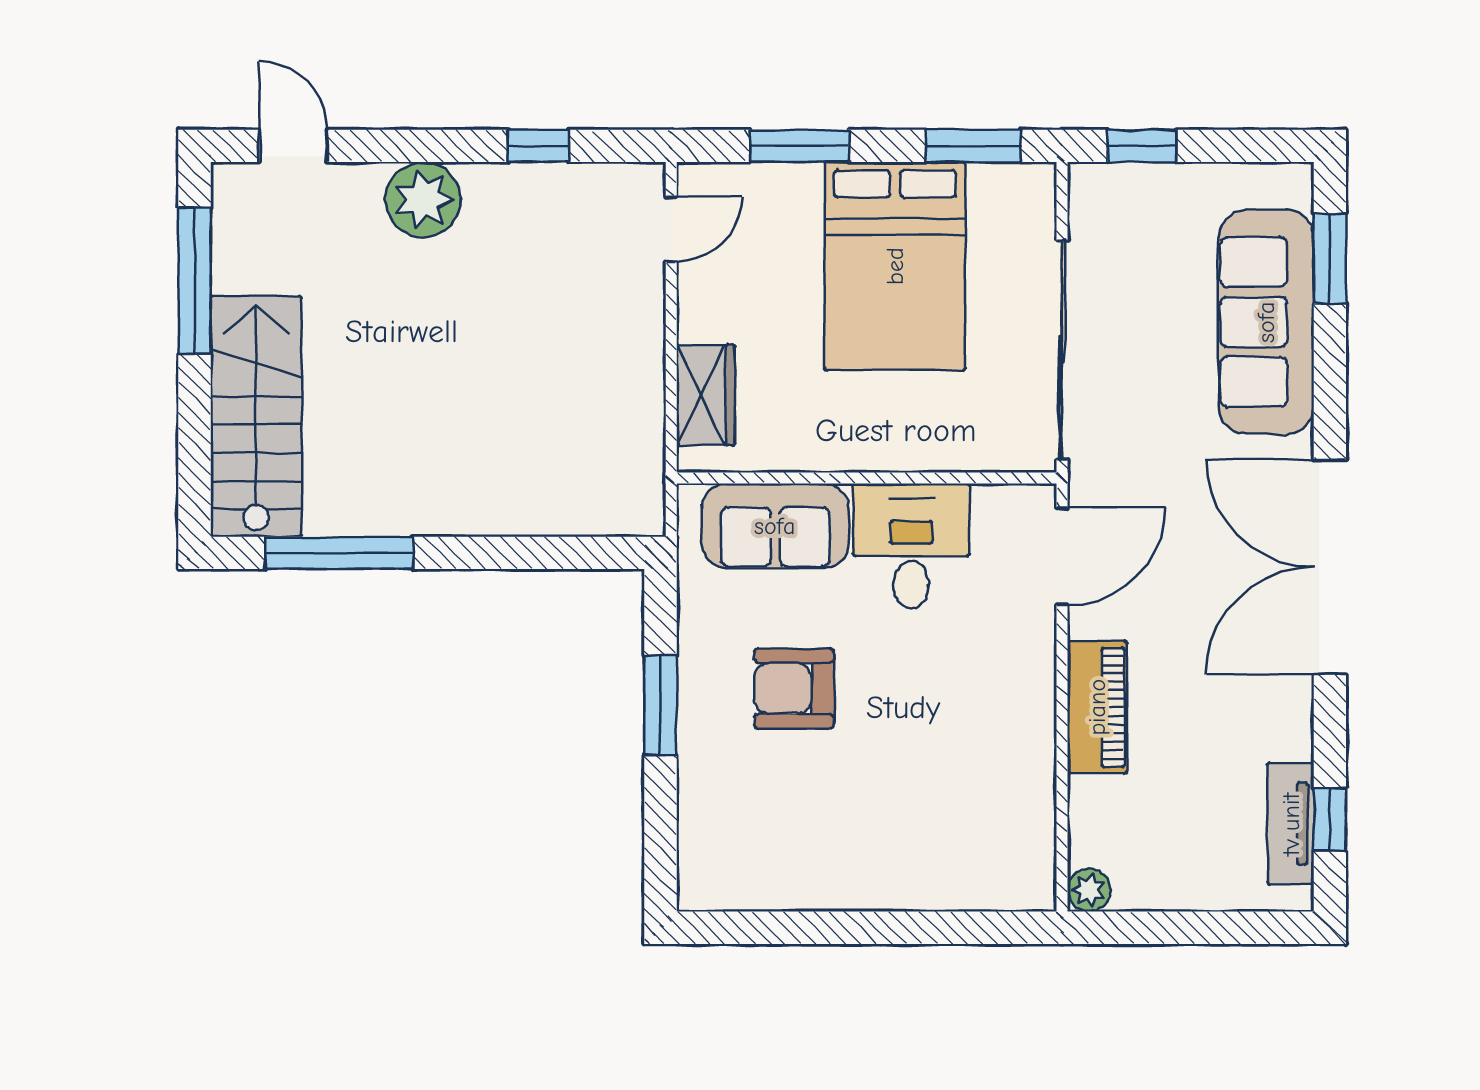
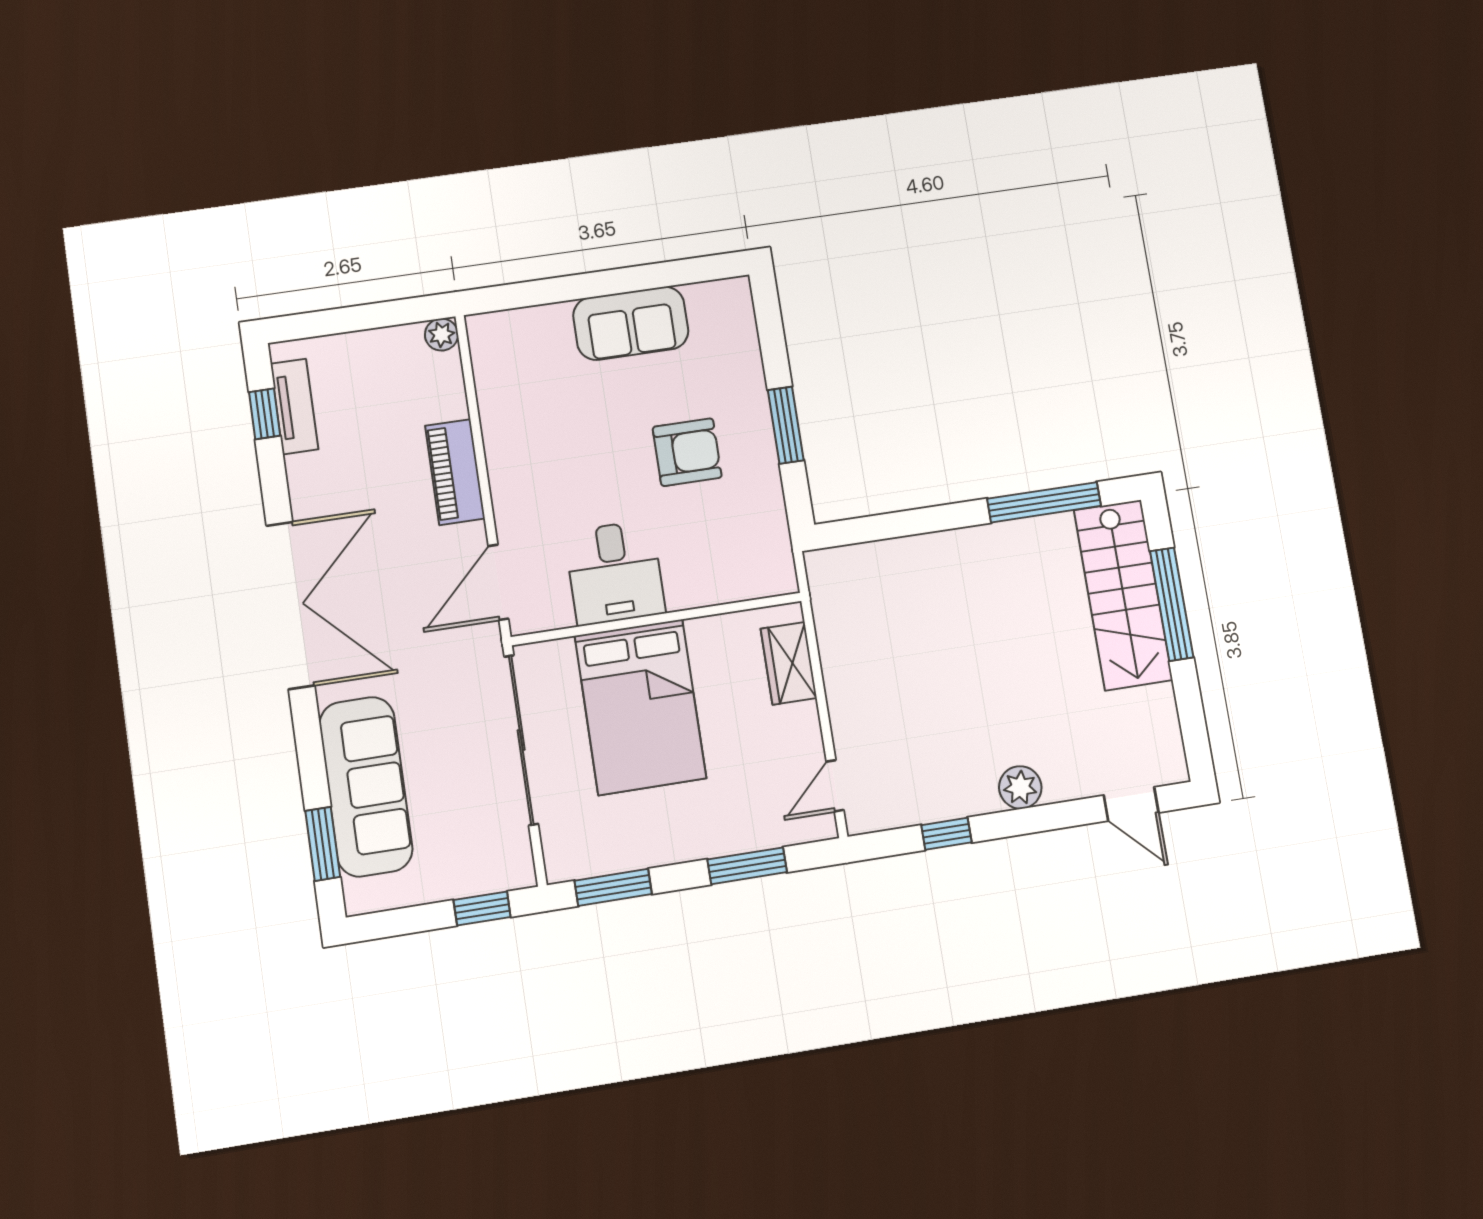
plant: (423, 200) -> (1020, 787), width x0.73, depth x0.73
bed: (895, 266) -> (640, 707), moved, turned 180
window: (195, 281) -> (1172, 604), moved
sofa: (775, 526) -> (631, 323), moved, turned 180

